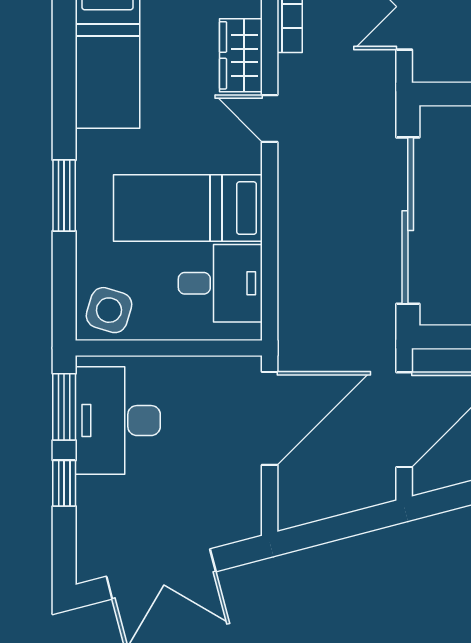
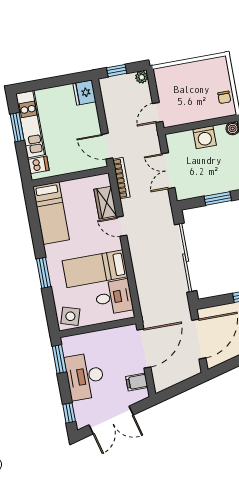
desk: (118, 421) -> (85, 376), moved
window: (64, 483) -> (69, 413), moved
filing cabinet: (238, 495) -> (137, 382), added

